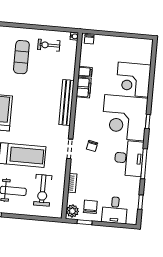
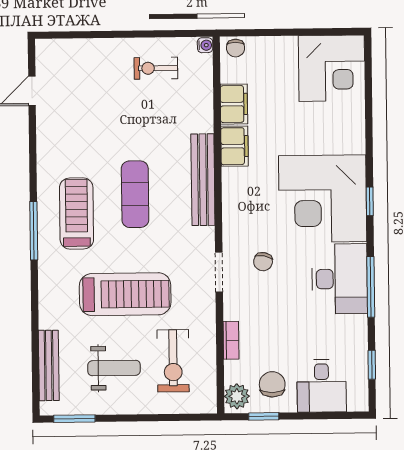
exercise mat: (21, 57) -> (135, 194), moved
filing cabinet: (85, 72) -> (234, 104), width x2.00
corner desk: (133, 80) -> (332, 68), moved, turned -90

